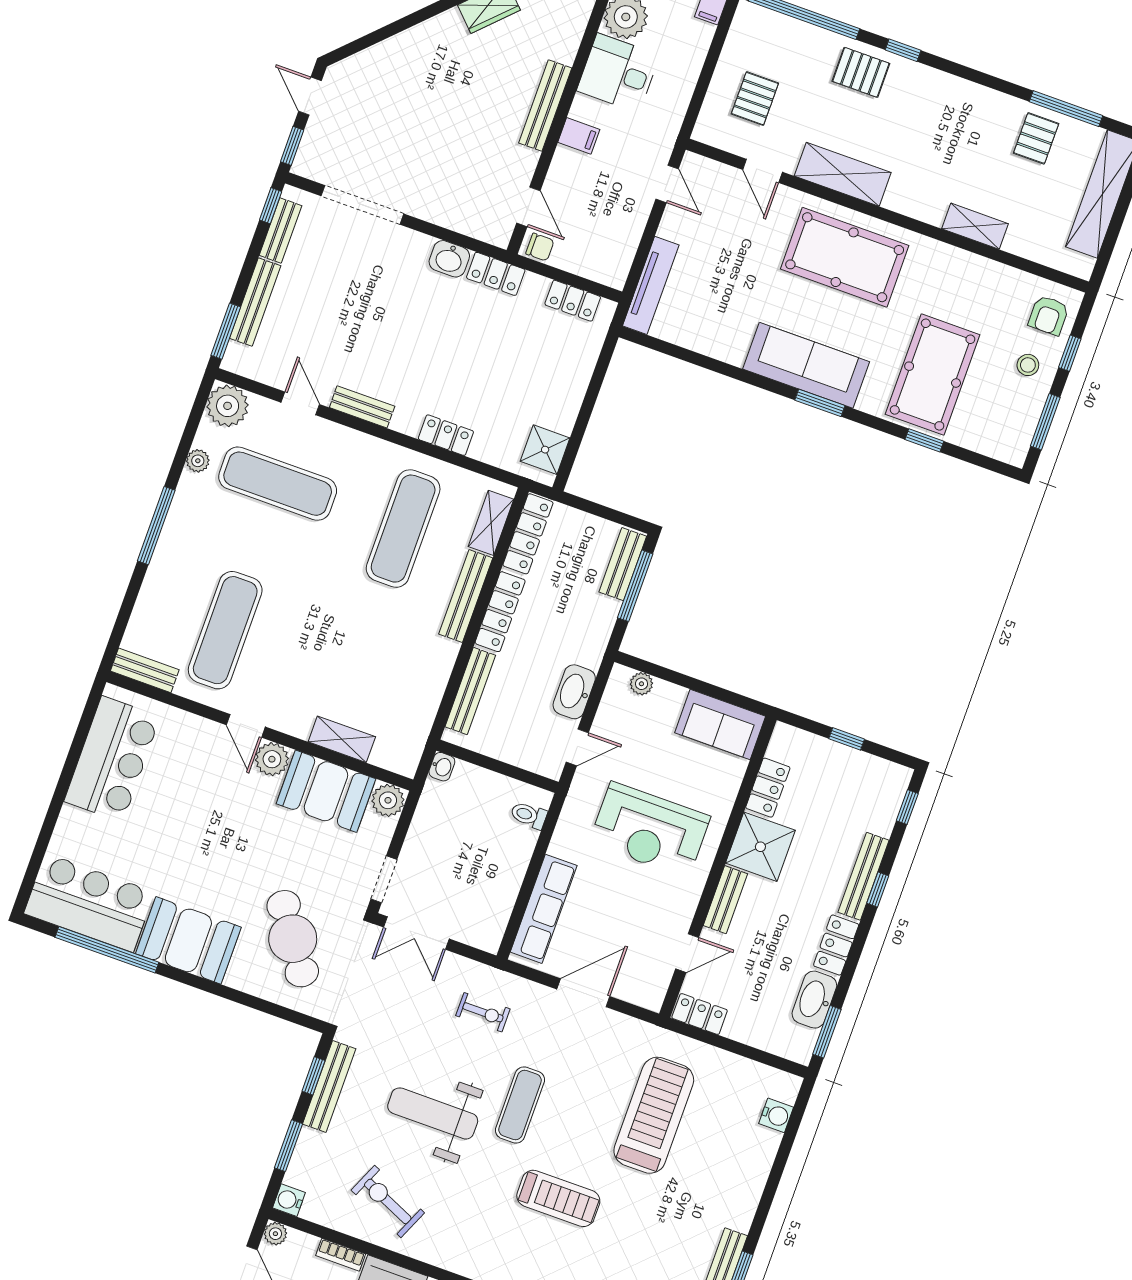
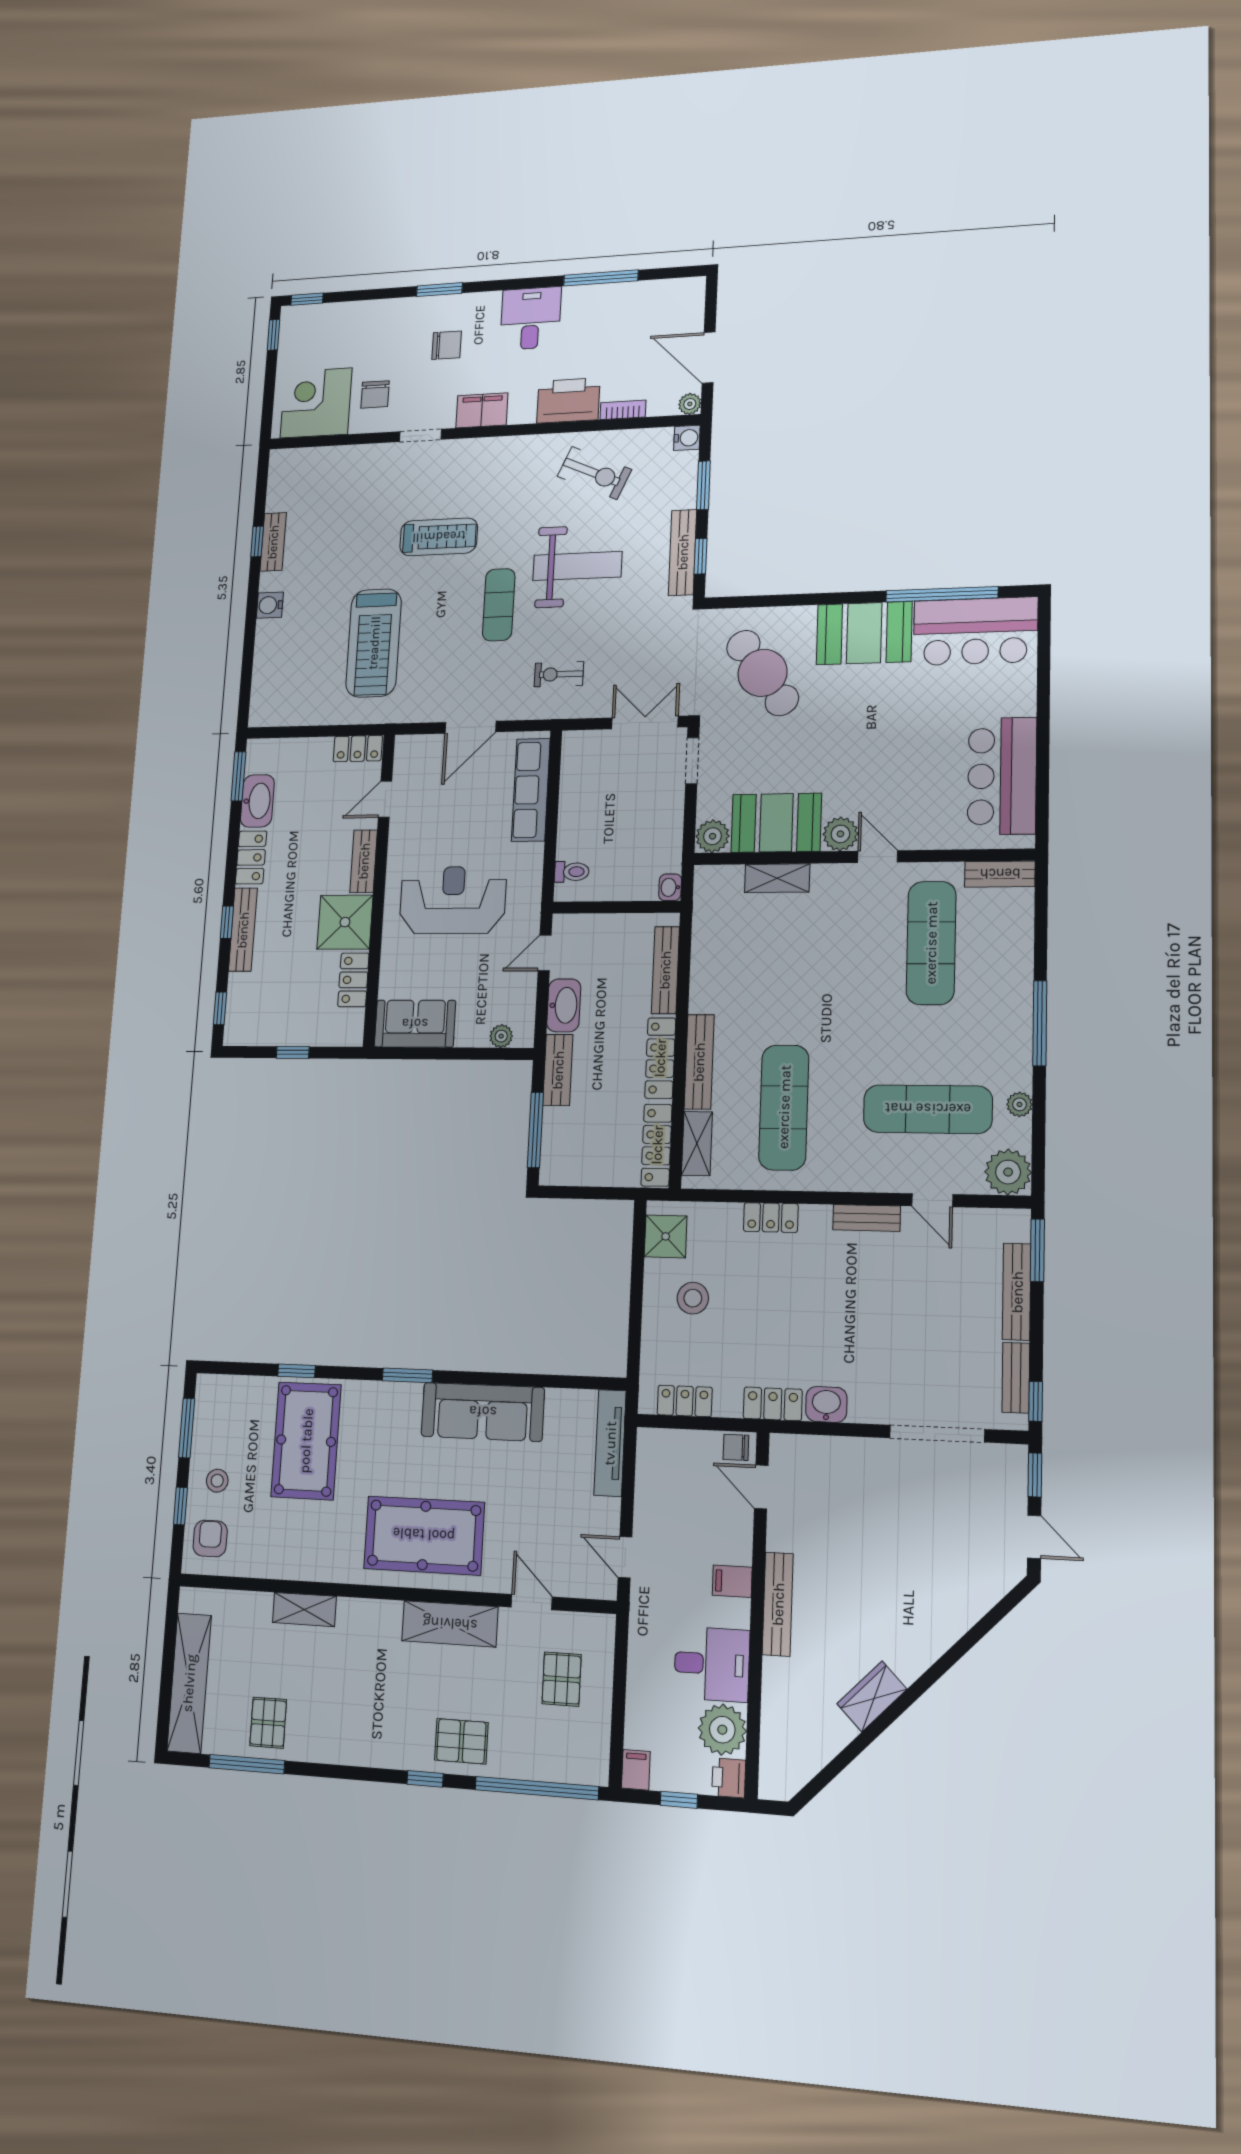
sofa: (806, 365) -> (483, 1412), moved
stool: (538, 387) -> (693, 1298), added
bench: (623, 564) -> (558, 1070), moved
water cooler: (776, 1115) -> (270, 605), moved
treadmill: (558, 1198) -> (439, 537), turned 180

